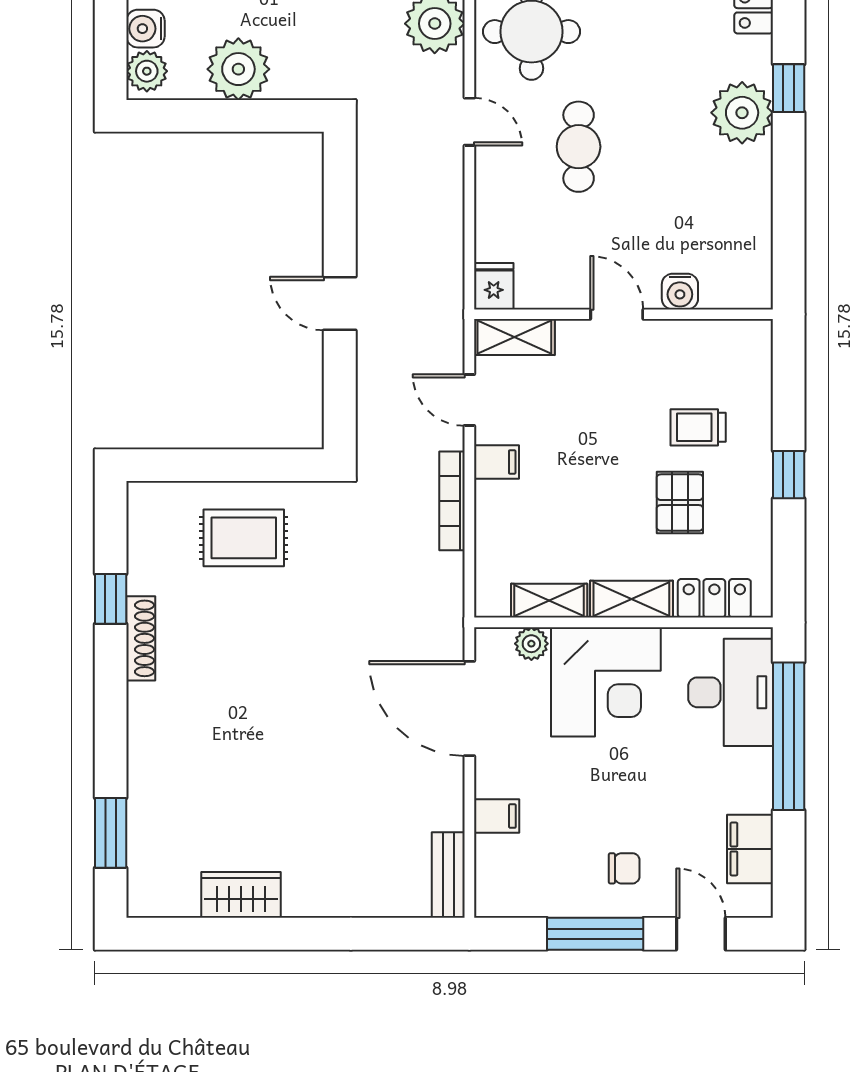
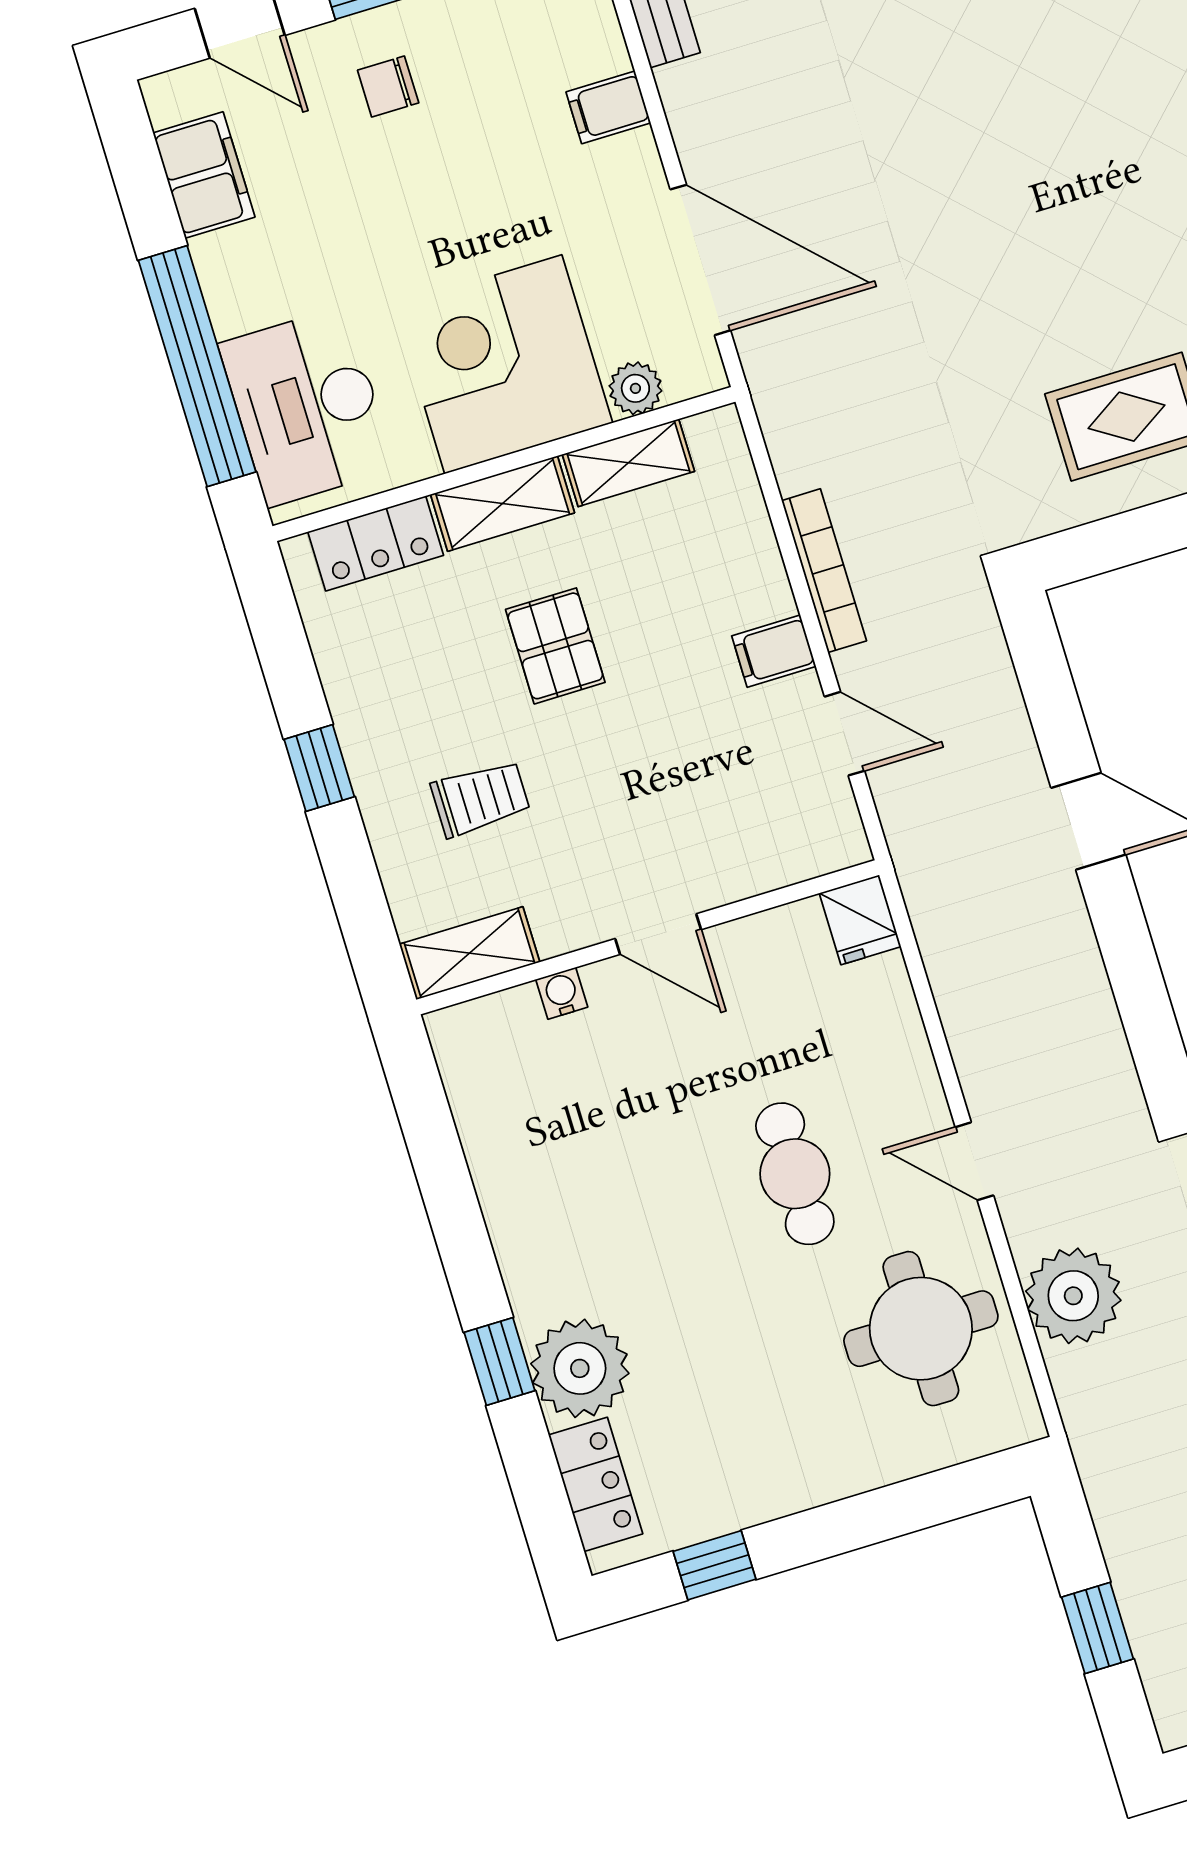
plant: (742, 113) -> (580, 1368), moved
water cooler: (680, 292) -> (562, 993), width x0.72, depth x0.72
shelving: (514, 337) -> (470, 953), moved
pallet: (680, 503) -> (555, 646), moved

